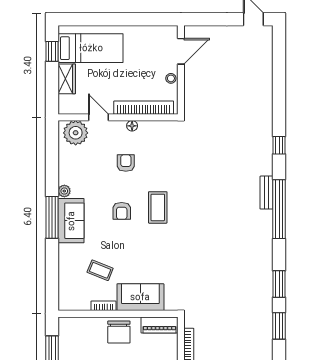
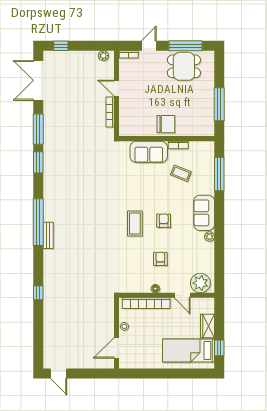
window: (279, 145) -> (38, 293), moved
armchair: (126, 163) -> (160, 259), turned 180
window: (52, 217) -> (219, 174), moved
piano: (159, 325) -> (134, 130), removed
window: (279, 326) -> (38, 129), width x1.44
chair: (119, 332) -> (166, 124), turned 90

